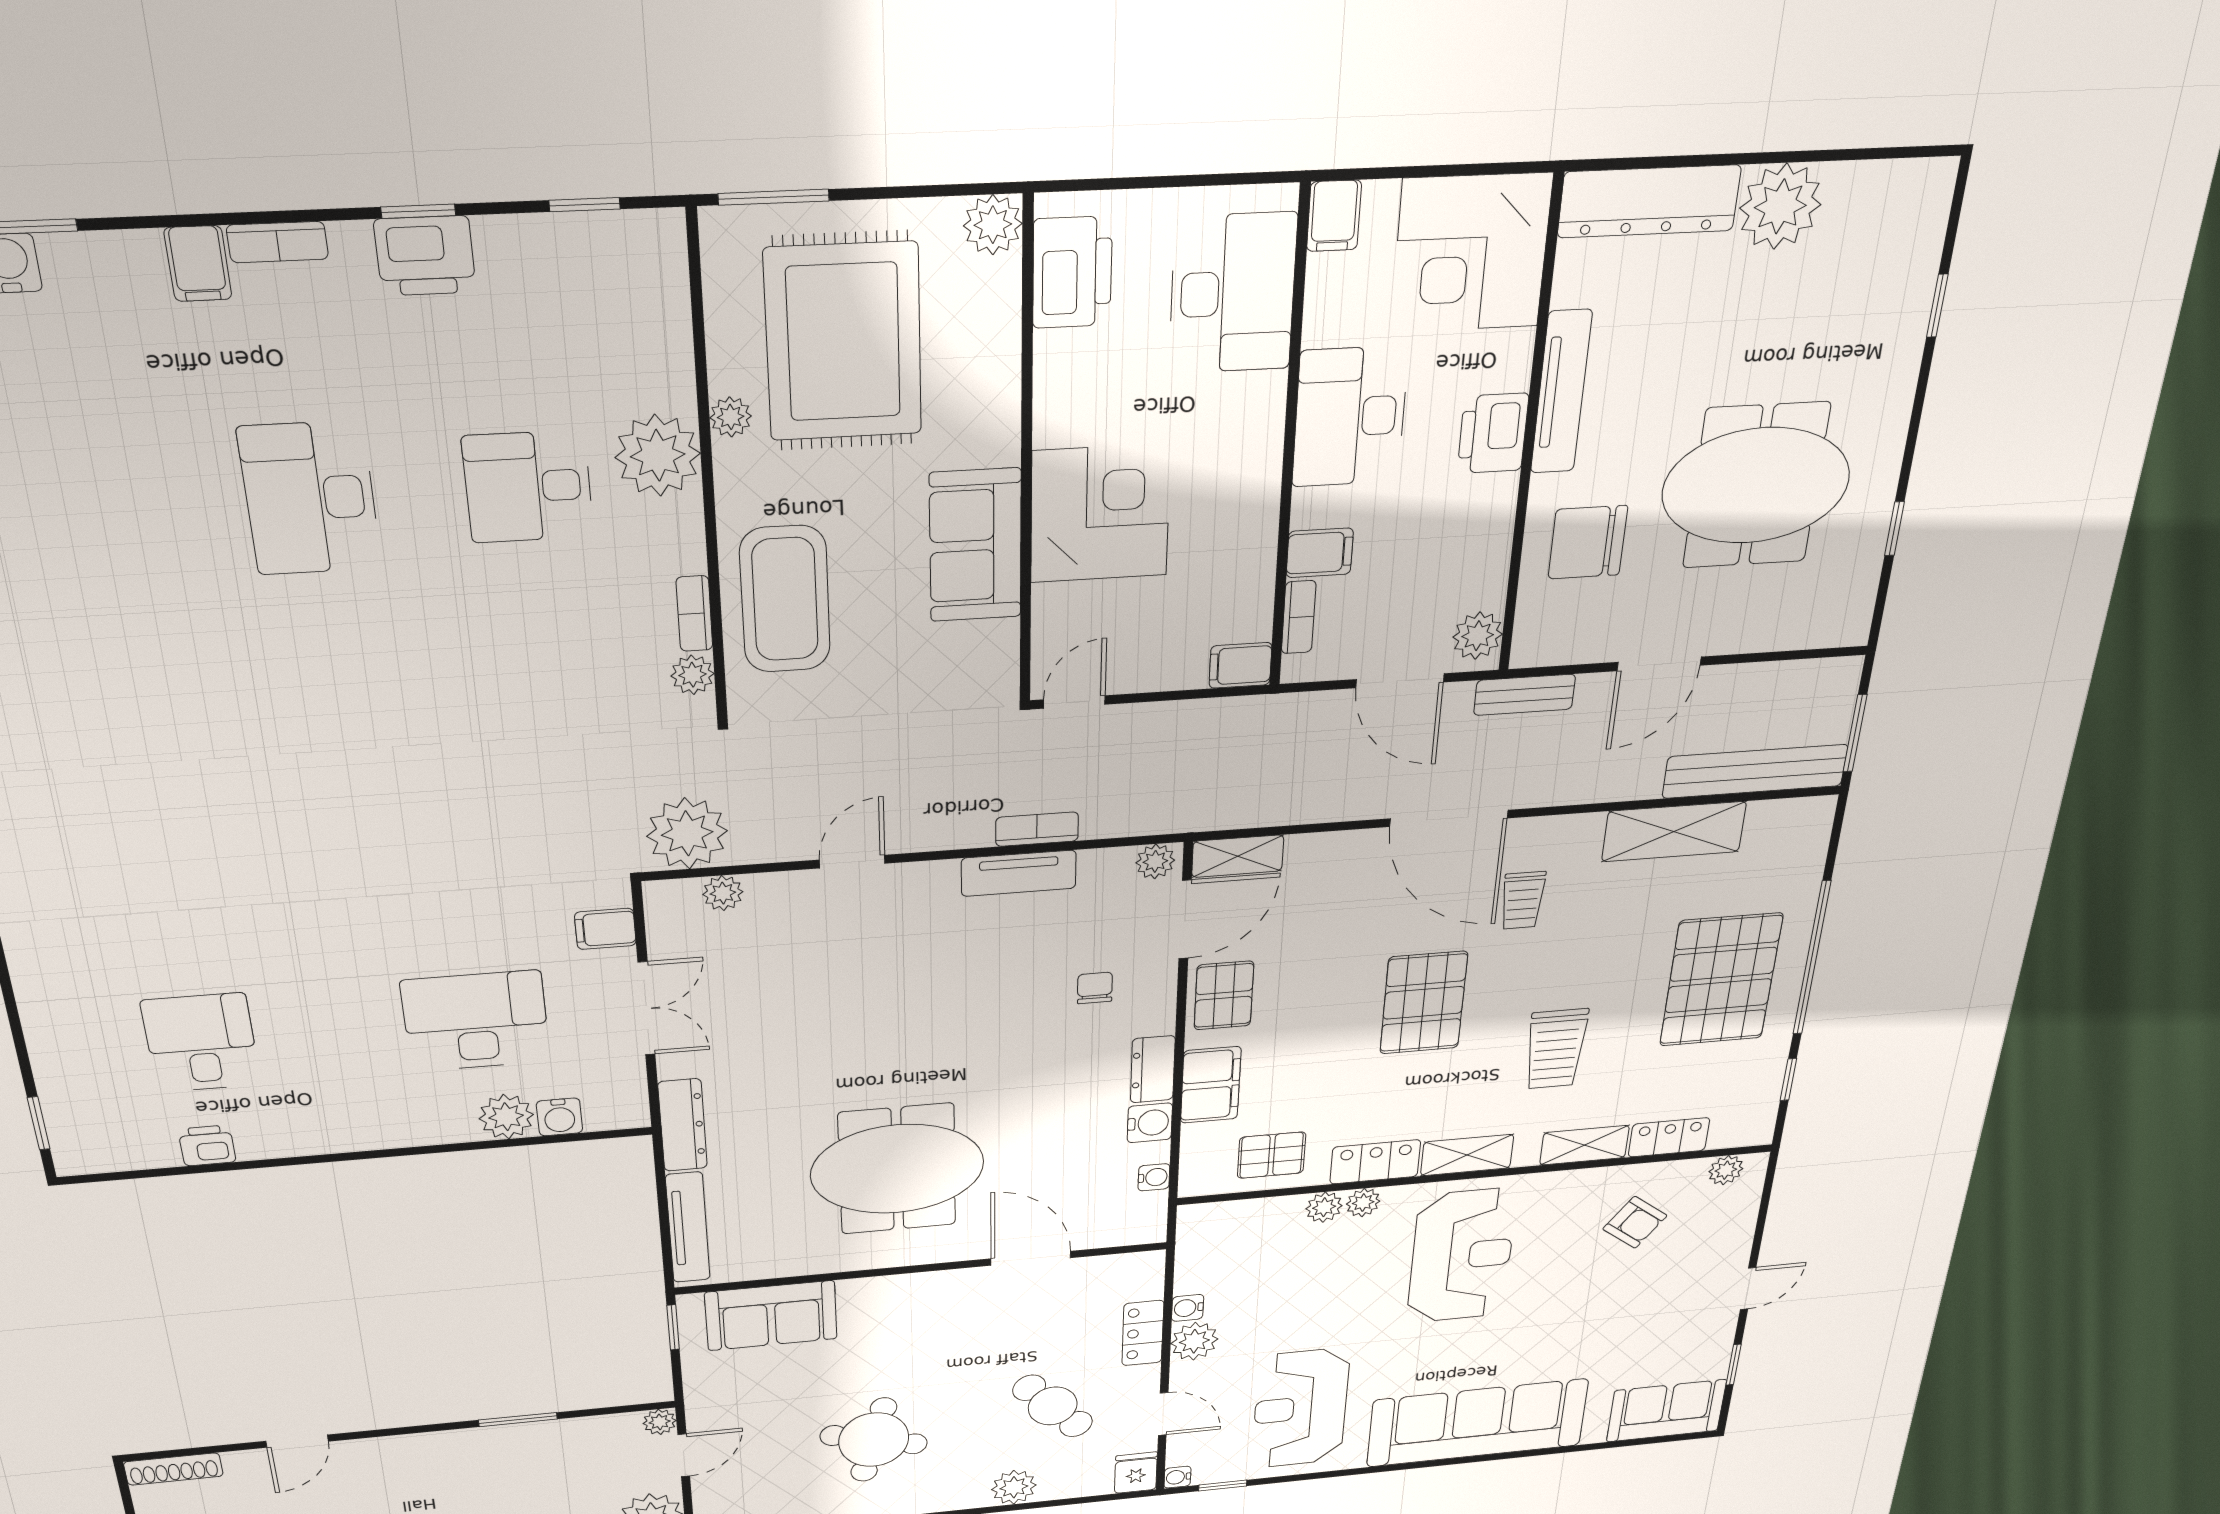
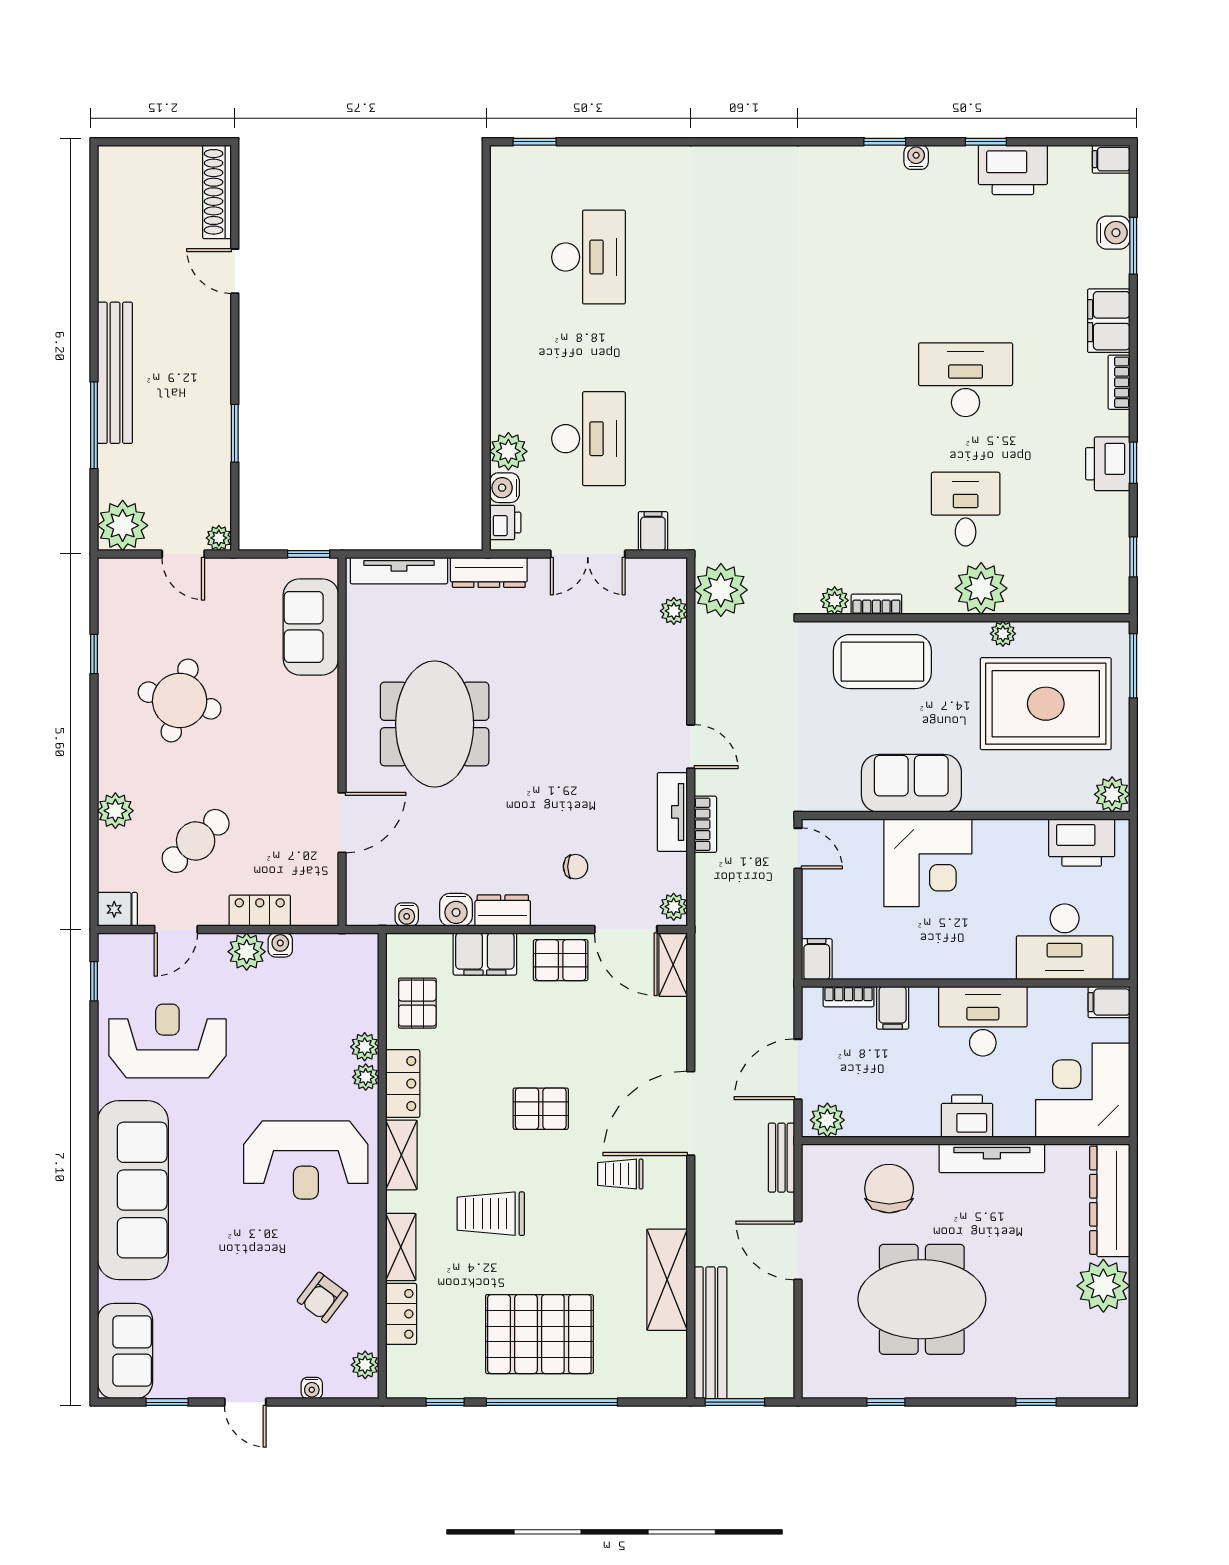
filing cabinet: (198, 264) -> (1109, 321), width x2.00
meeting table: (1756, 486) -> (922, 1299), turned 90
door: (852, 862) -> (691, 747), moved
pallet: (1424, 1003) -> (541, 1109), width x0.67, depth x0.71
desk: (201, 1043) -> (588, 257), width x1.37
printer: (207, 1146) -> (505, 523), moved
shoe rack: (173, 1469) -> (217, 192), width x1.36, depth x1.24
water cooler: (1177, 1477) -> (312, 1388), moved, turned 180

